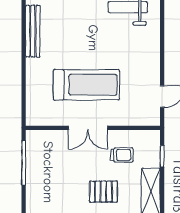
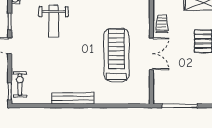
trolley: (122, 155) -> (162, 24), moved

